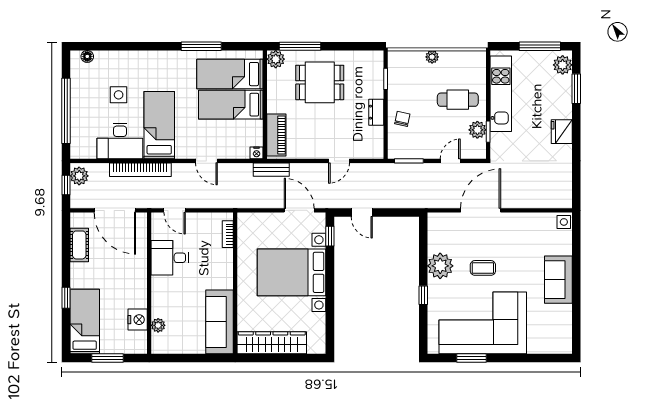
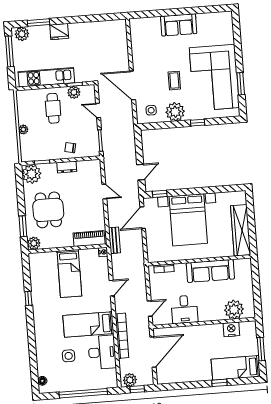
window: (201, 46) -> (28, 298), width x0.46
window: (300, 46) -> (23, 226), width x0.69
plant: (370, 63) -> (32, 174), added
bed: (230, 74) -> (47, 276), removed
fridge: (562, 132) -> (59, 32), moved
side table: (564, 222) -> (151, 110), moved
cot: (79, 245) -> (180, 376), removed
sofa: (220, 322) -> (210, 271), moved
plant: (158, 325) -> (234, 310), width x1.88, depth x1.88

